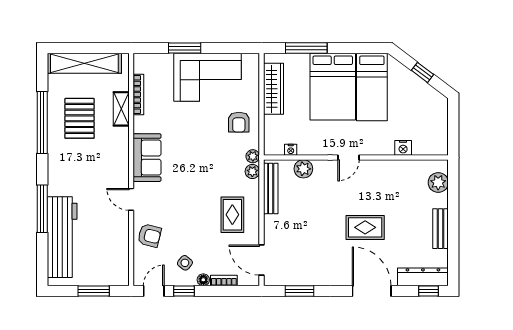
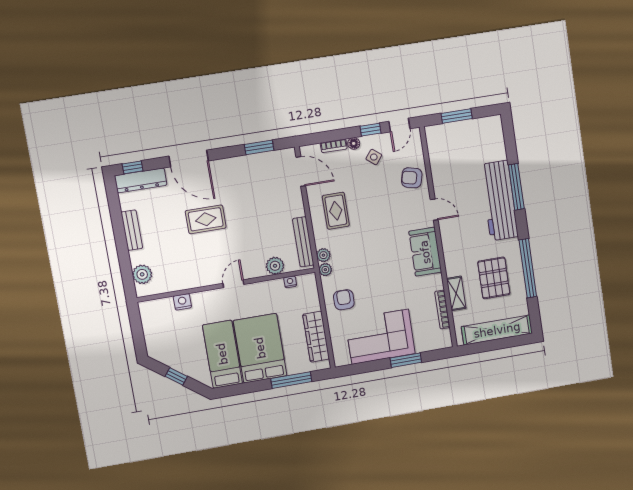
workbench: (62, 237) -> (499, 201), moved

